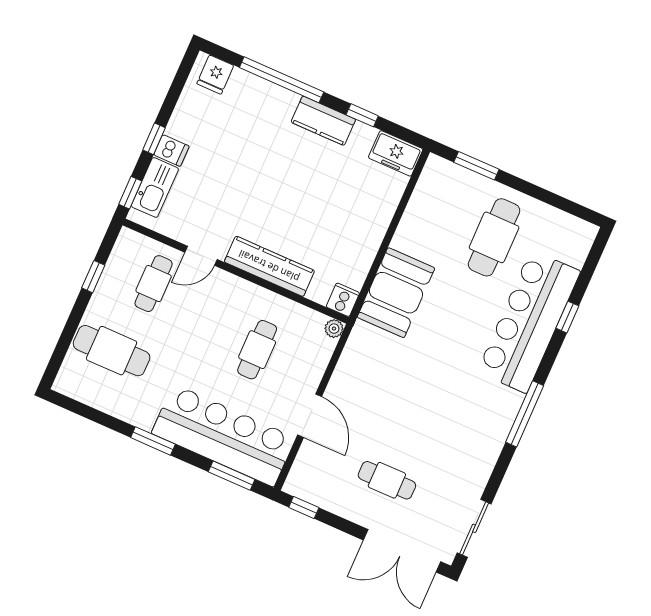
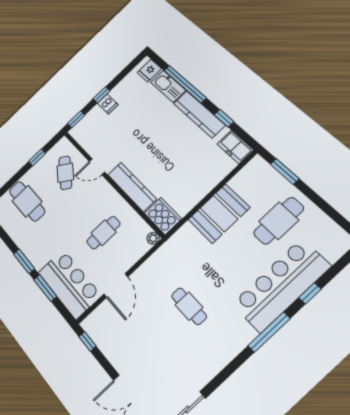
kitchen counter: (323, 121) -> (199, 114), width x1.50
kitchen sink: (155, 187) -> (168, 86), moved, turned 90
cafe table: (154, 284) -> (65, 173), turned -54
booth: (396, 293) -> (219, 213), moved
cooker: (343, 300) -> (163, 216), width x1.87, depth x1.31
window: (525, 414) -> (269, 332), moved
bar counter: (223, 435) -> (69, 284), width x0.73
window: (232, 476) -> (45, 288), moved
cafe table: (387, 480) -> (189, 306), moved

